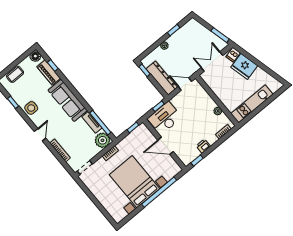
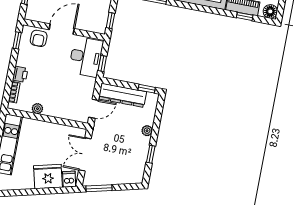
double door: (212, 62) -> (85, 154), swing flipped
printer: (203, 146) -> (20, 74), moved
armchair: (183, 151) -> (39, 38), added

